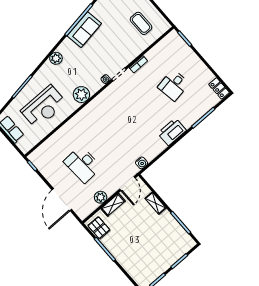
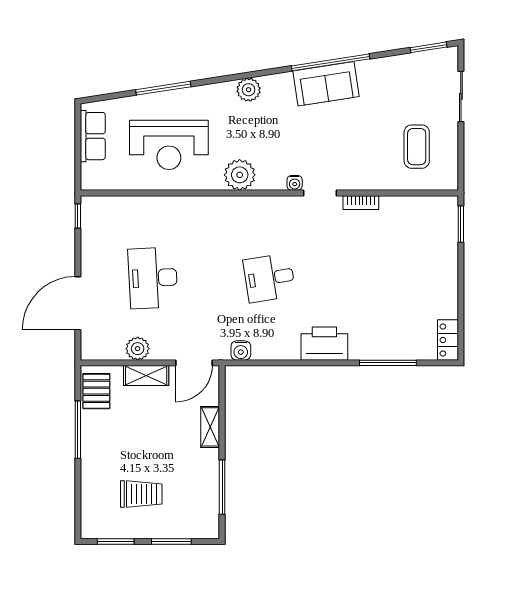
desk: (174, 85) -> (269, 278), moved
trolley: (151, 253) -> (141, 494), added

